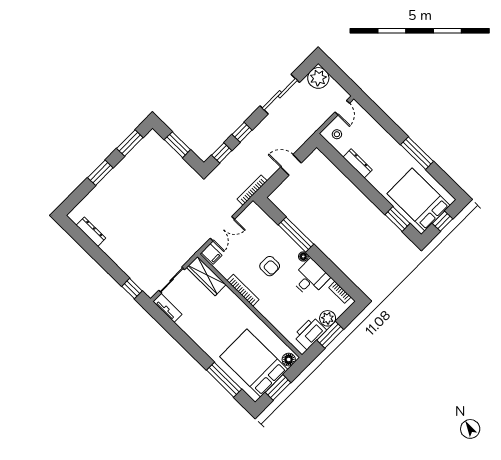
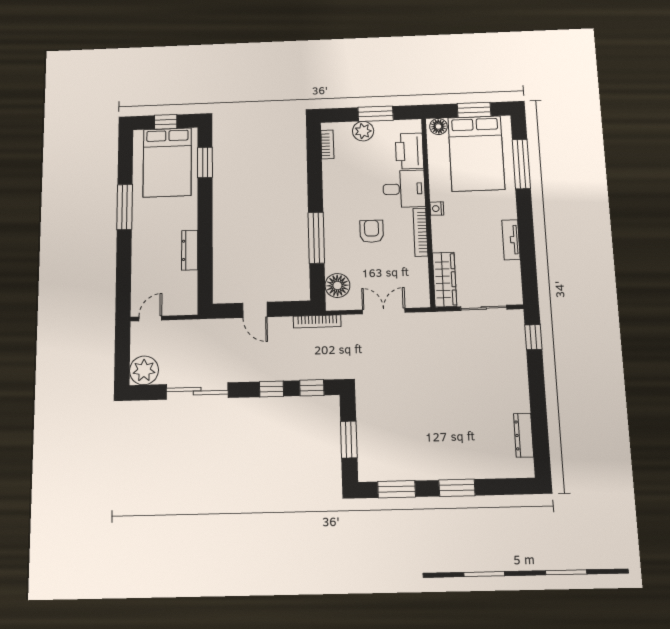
stool: (337, 134) -> (181, 297), removed
filing cabinet: (212, 254) -> (418, 296), removed
floor lamp: (303, 256) -> (337, 286), moved, width x1.89, depth x1.89
desk: (310, 278) -> (404, 189), moved, turned 180
tv unit: (168, 308) -> (511, 240), moved
nightstand: (246, 312) -> (437, 209), added
printer: (310, 333) -> (409, 151), moved, turned 90

